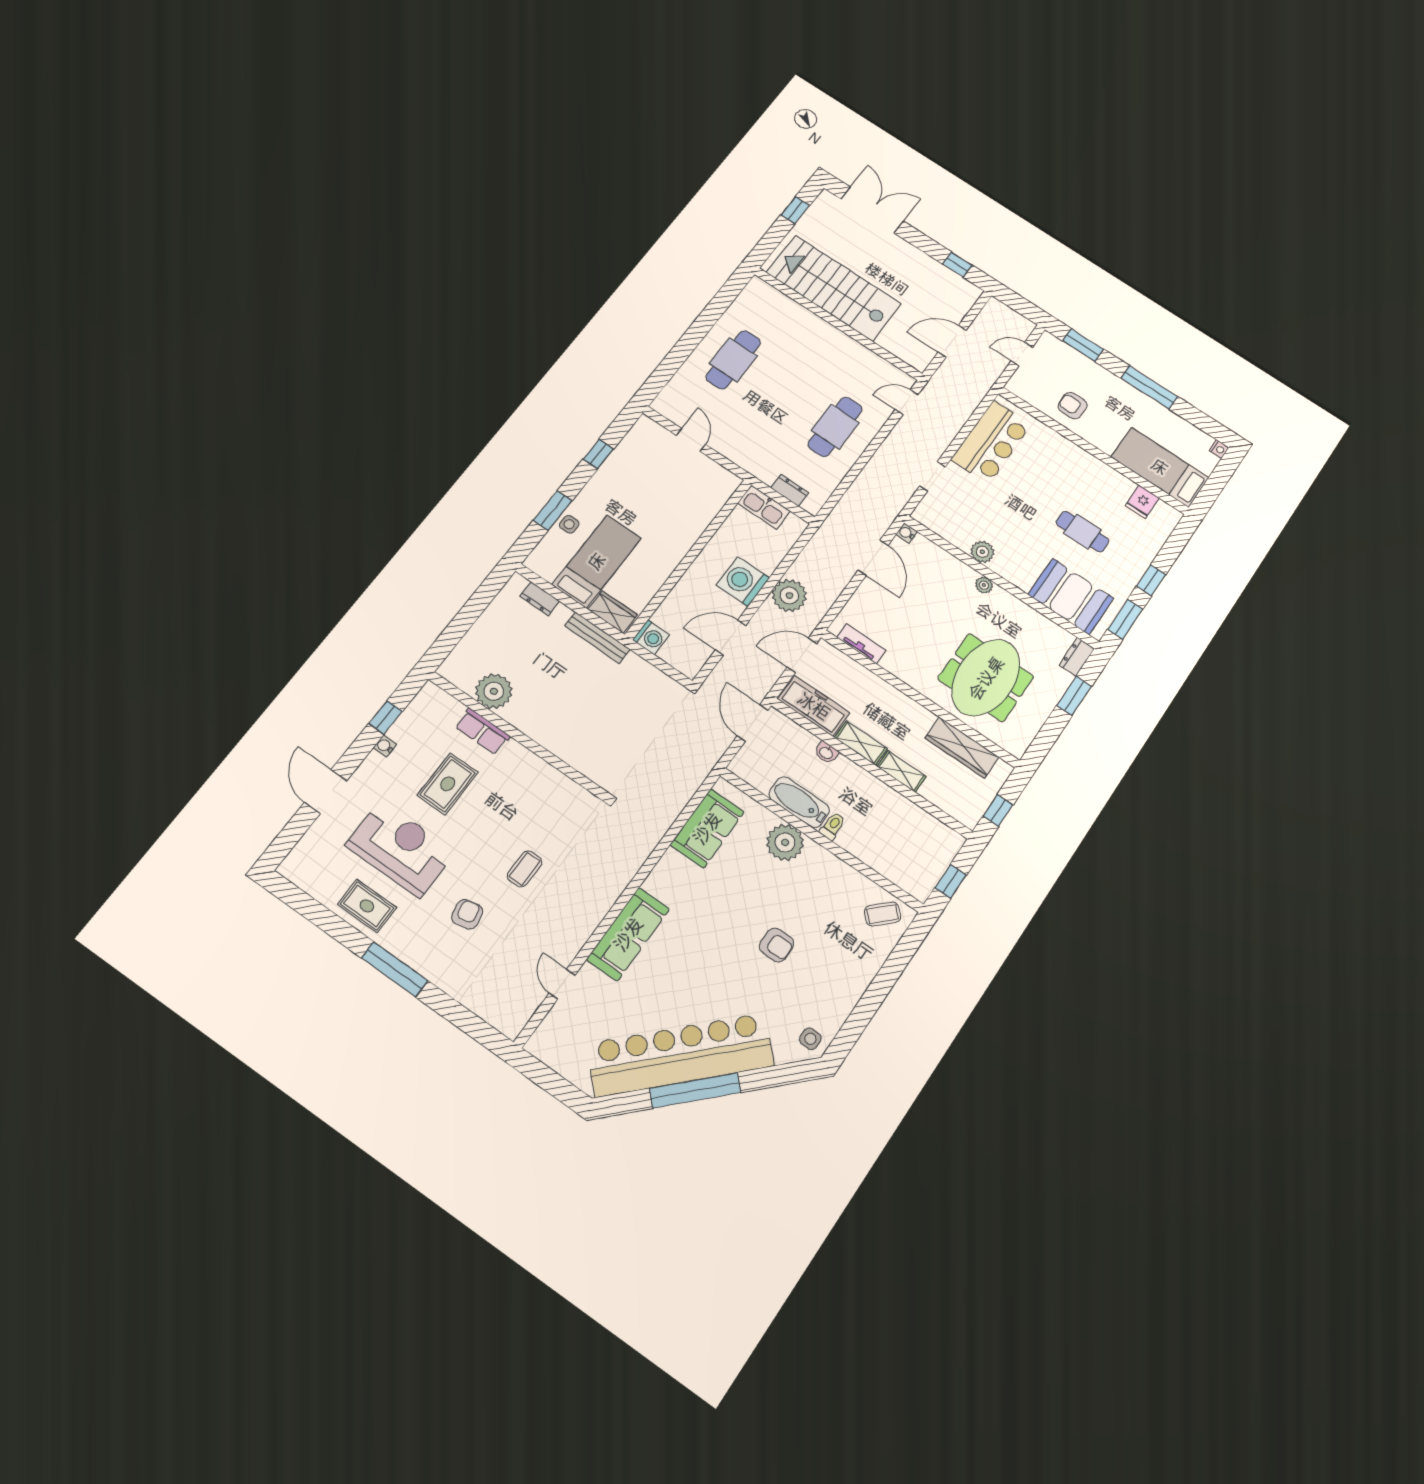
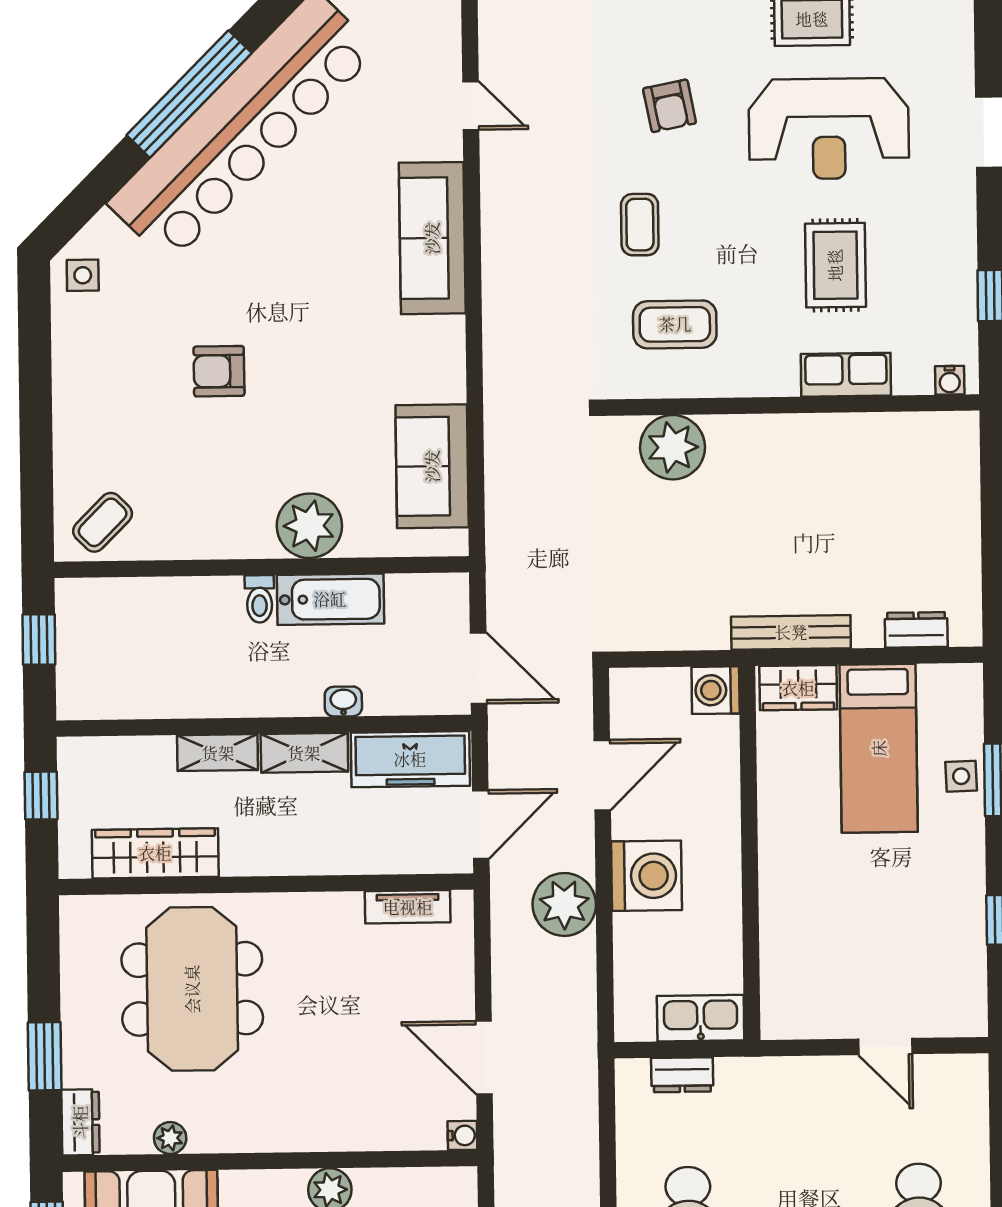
plant: (984, 585) -> (170, 1138), moved
plant: (494, 691) -> (673, 447), moved
water cooler: (385, 746) -> (950, 380), moved, turned 90
coffee table: (544, 811) -> (675, 324), added

